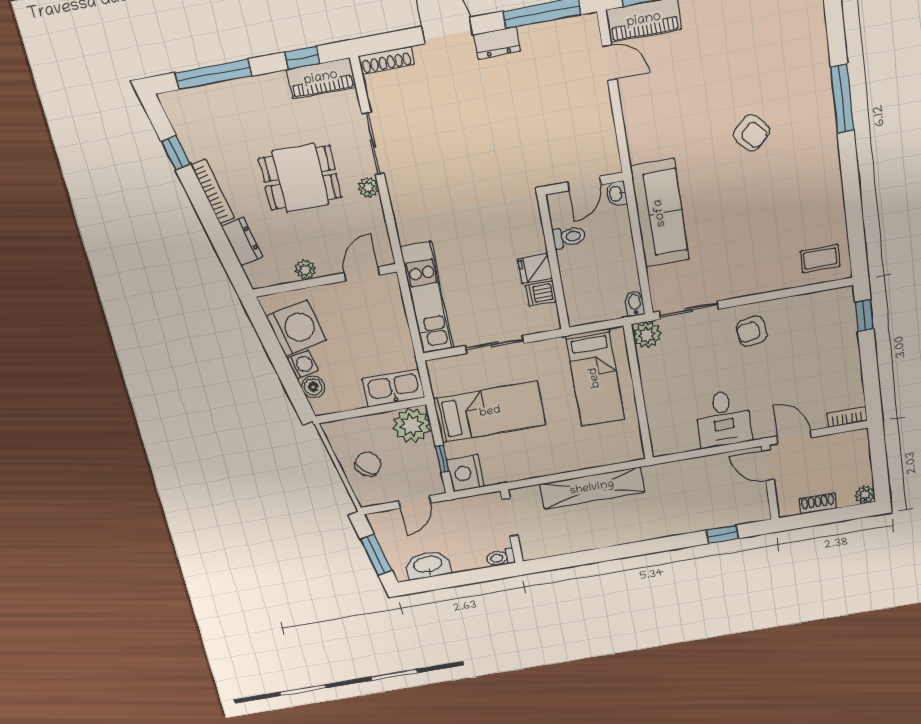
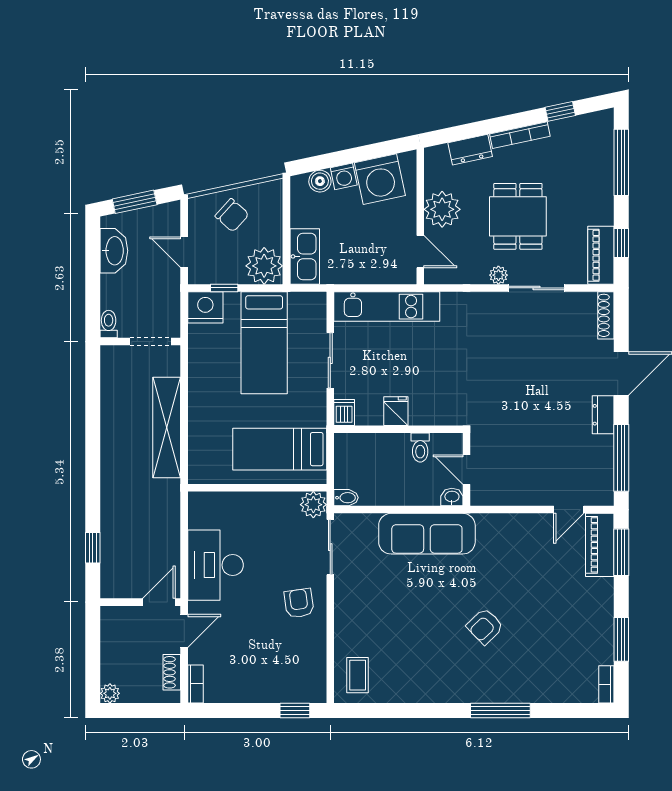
plant: (305, 270) -> (442, 209), width x1.88, depth x1.88
dishwasher: (541, 293) -> (344, 412), moved
desk: (723, 419) -> (215, 565), width x1.37
shoe rack: (818, 504) -> (172, 672), moved, turned 180

